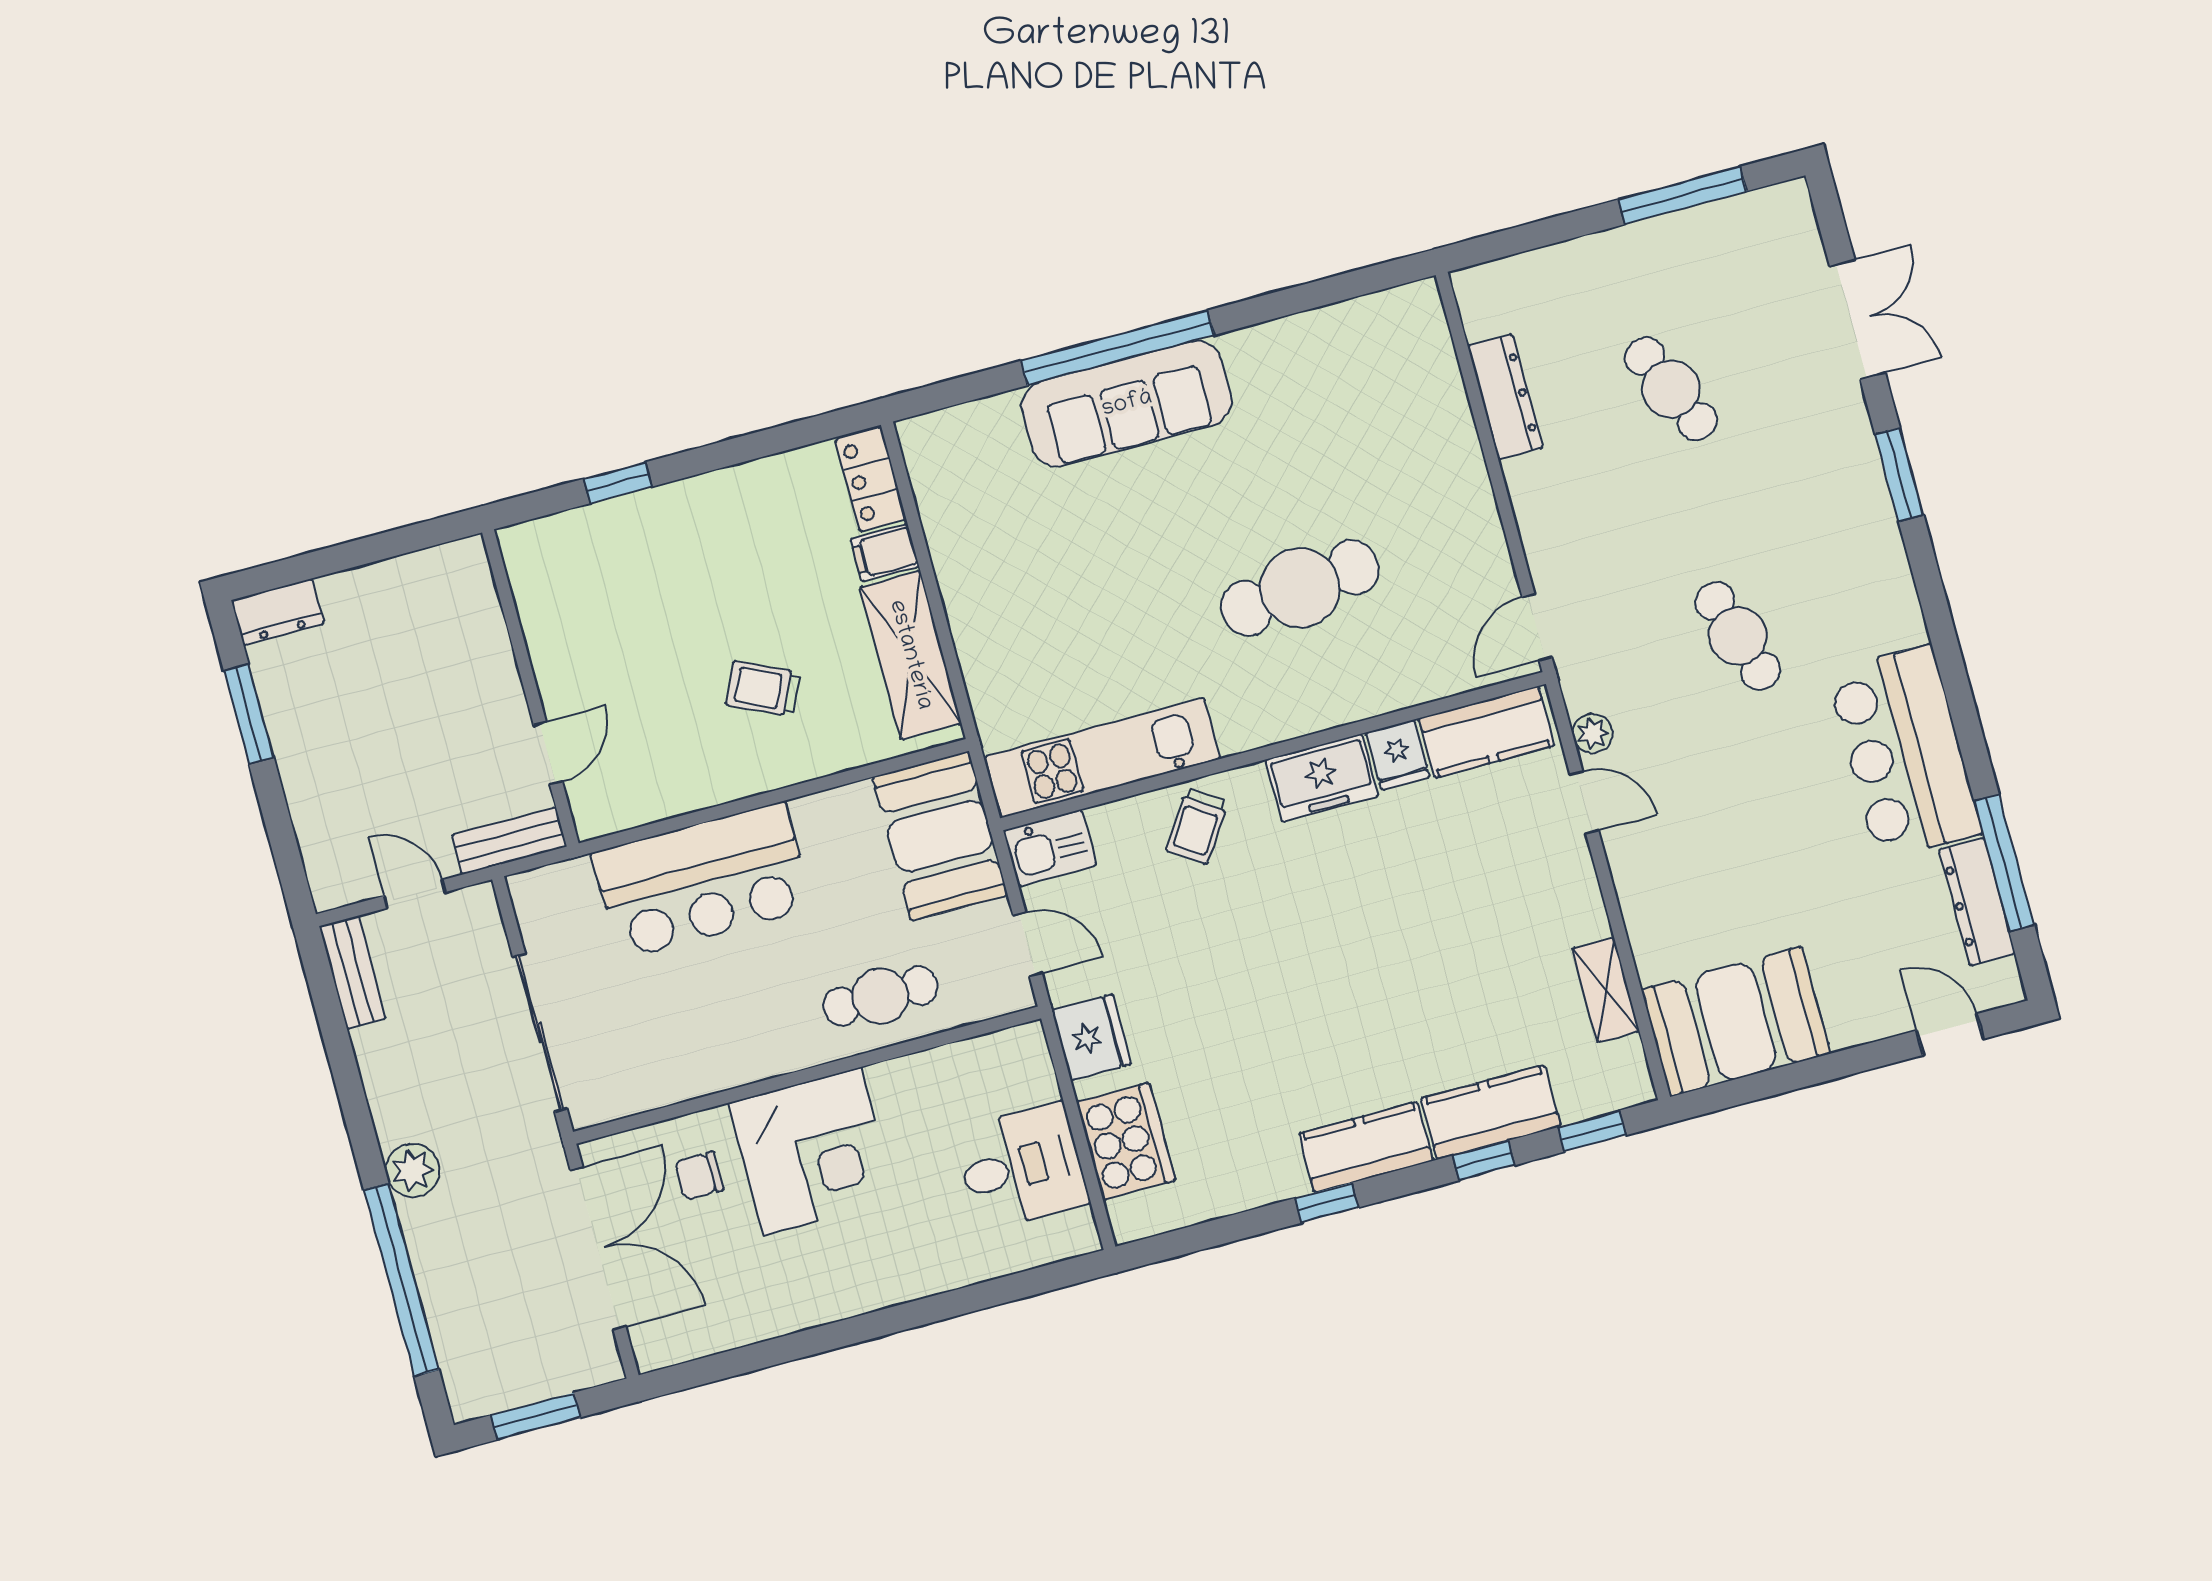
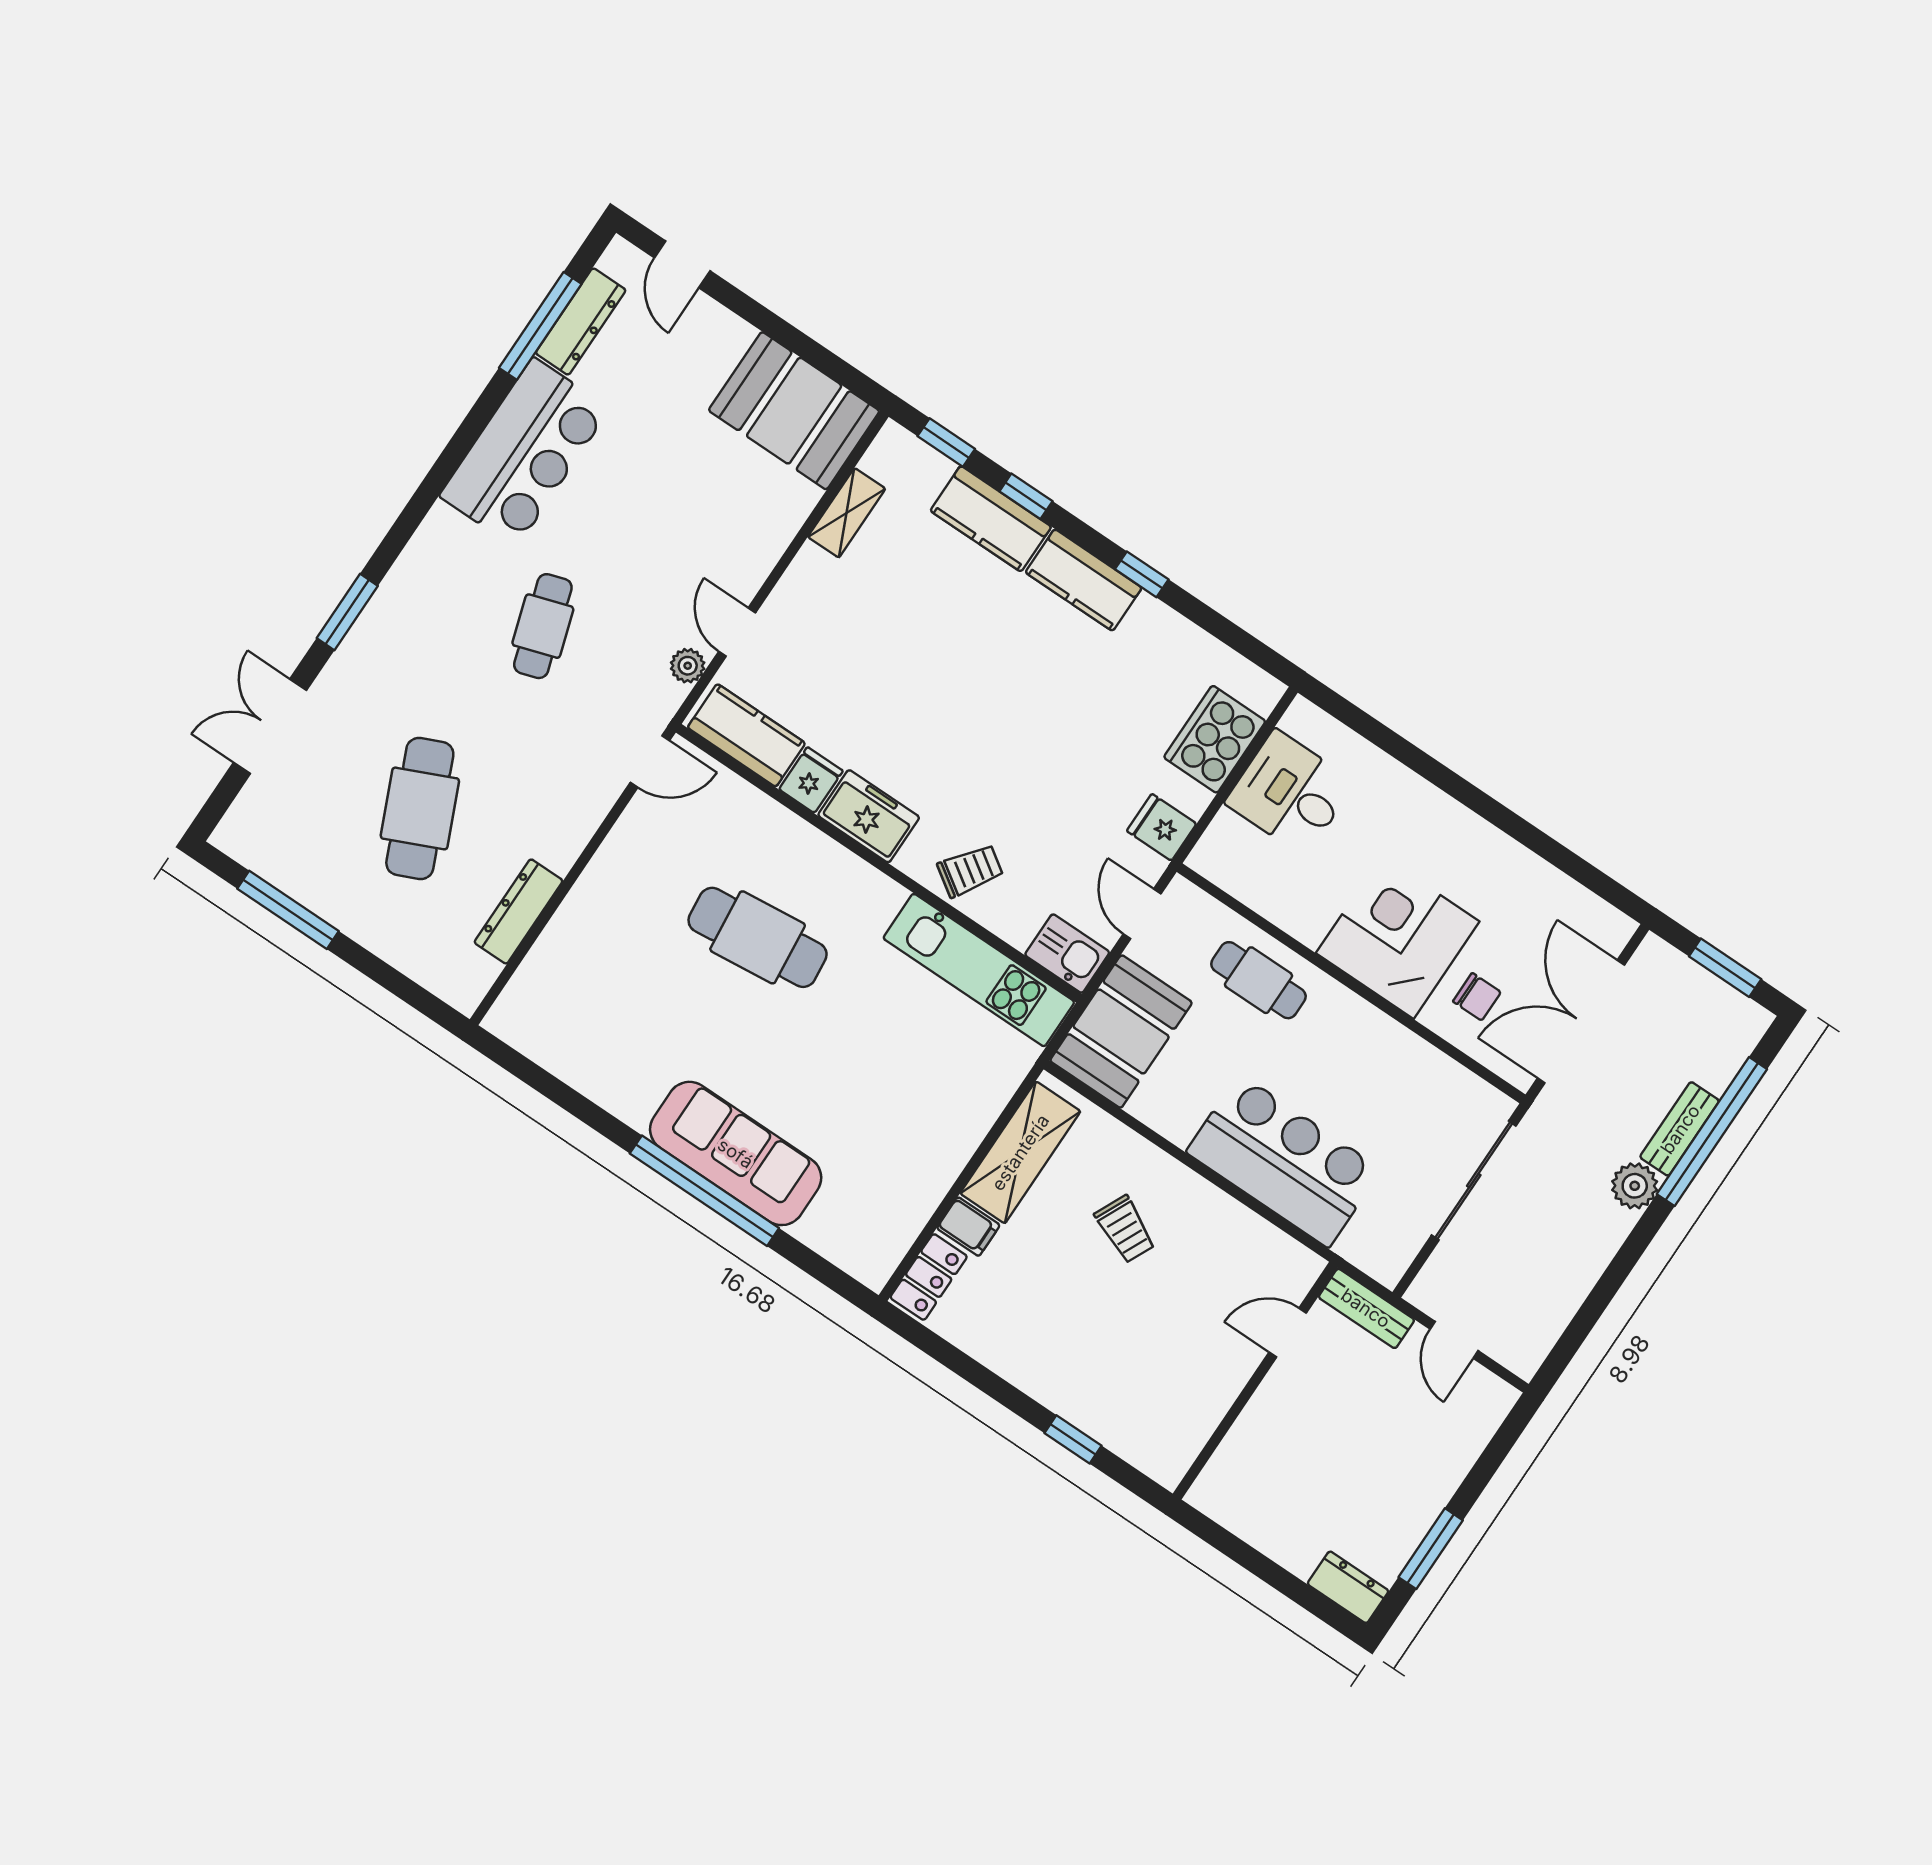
cafe table: (1671, 389) -> (420, 808), width x1.37, depth x1.35
bench: (353, 972) -> (1680, 1129), moved
fridge: (1092, 1037) -> (1162, 827), width x0.72

